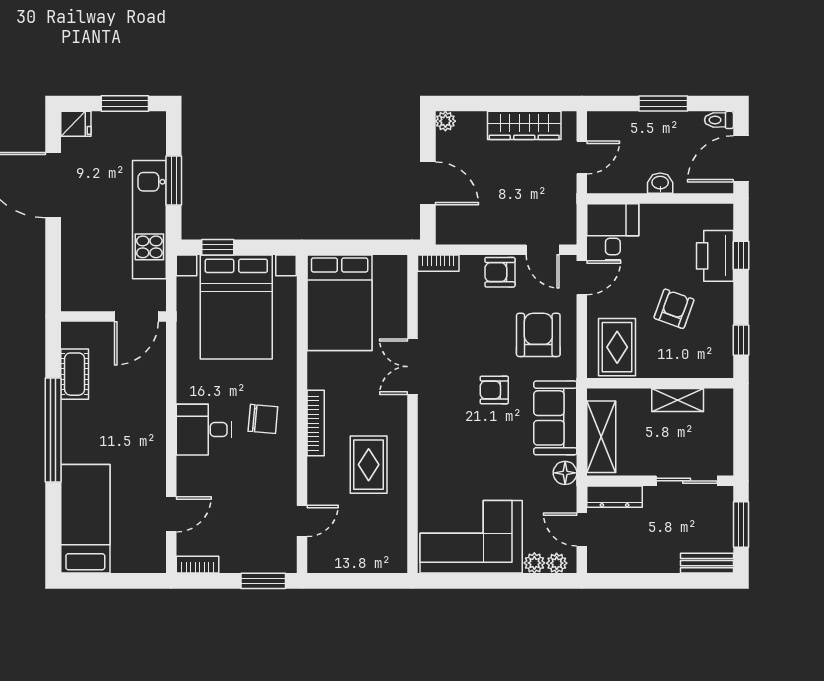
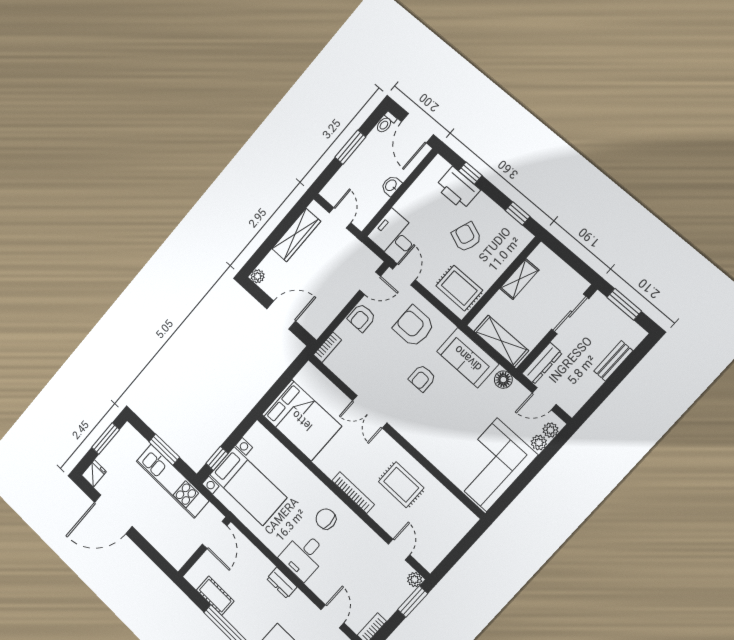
bed with nightstands: (236, 307) -> (248, 486), width x0.73
chair: (263, 419) -> (326, 519), turned -95
dresser: (155, 432) -> (282, 583), added
plant: (287, 563) -> (415, 580), added
bench: (707, 563) -> (613, 361), moved

